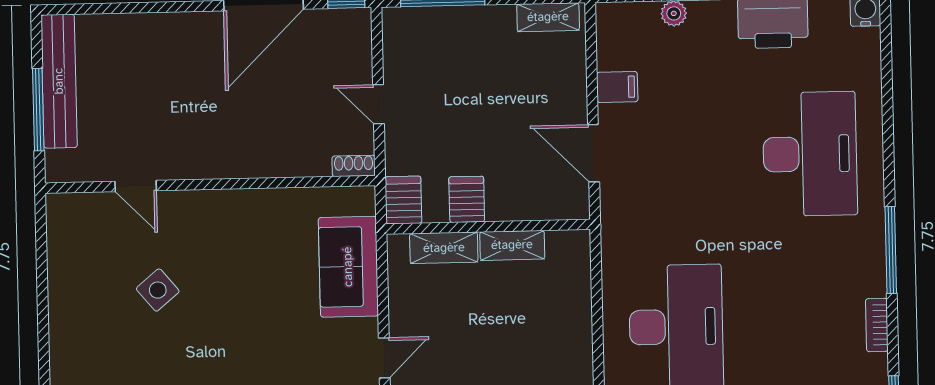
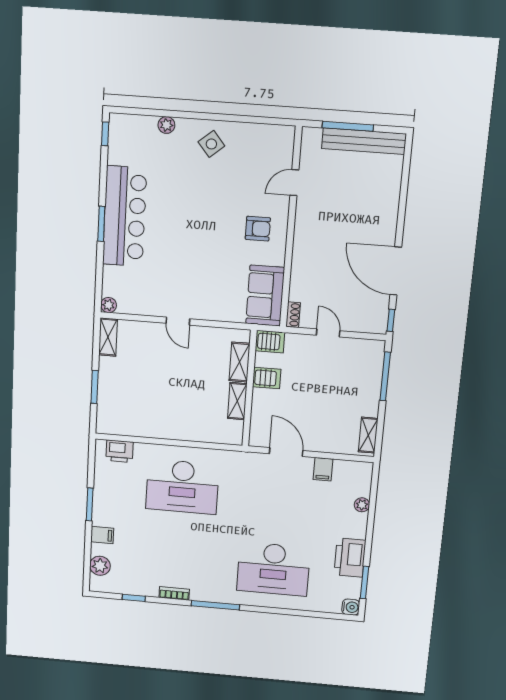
door: (378, 104) -> (328, 333), hinge flipped
door: (594, 153) -> (286, 452), hinge flipped
armchair: (216, 238) -> (258, 229), added
sofa: (348, 267) -> (265, 296), moved, turned -90
side table: (158, 290) -> (211, 144), moved

